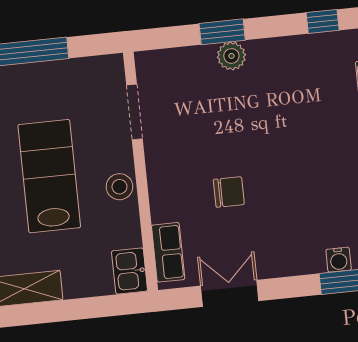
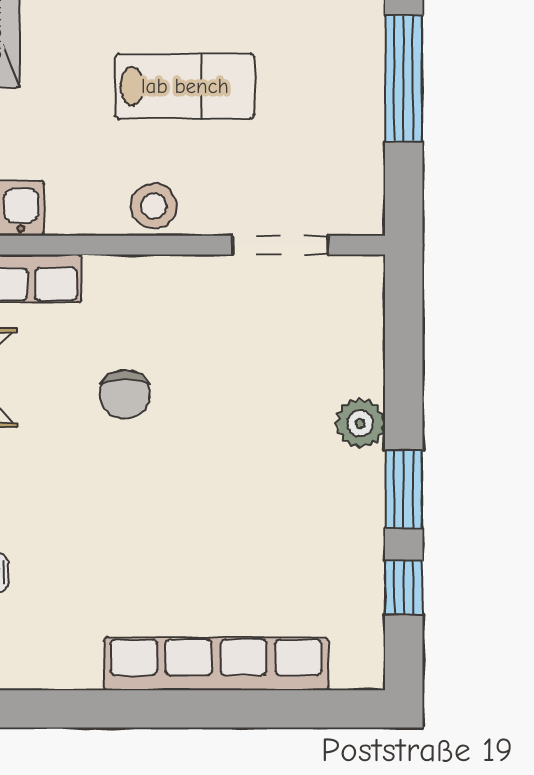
window: (222, 32) -> (404, 489), moved
lab bench: (49, 176) -> (185, 86), width x0.73, depth x0.72

